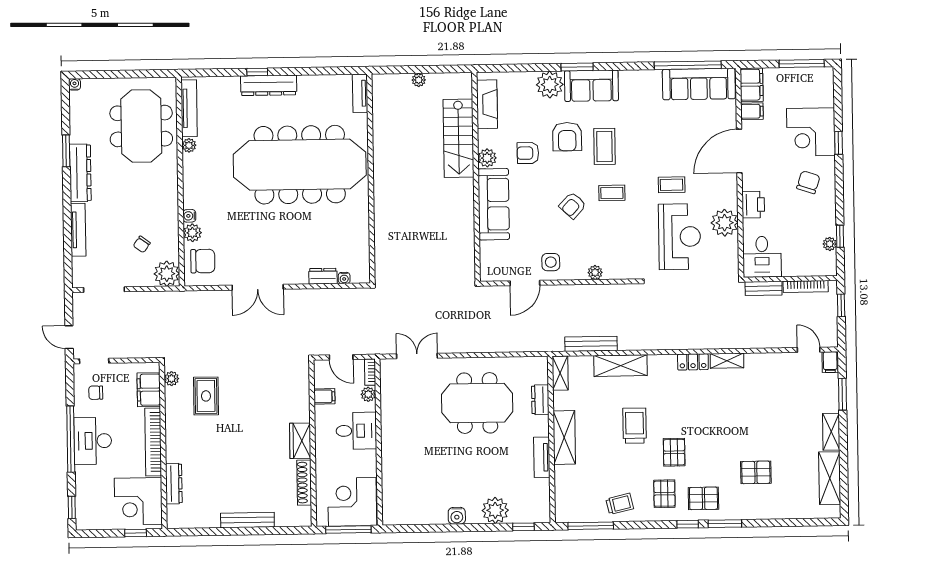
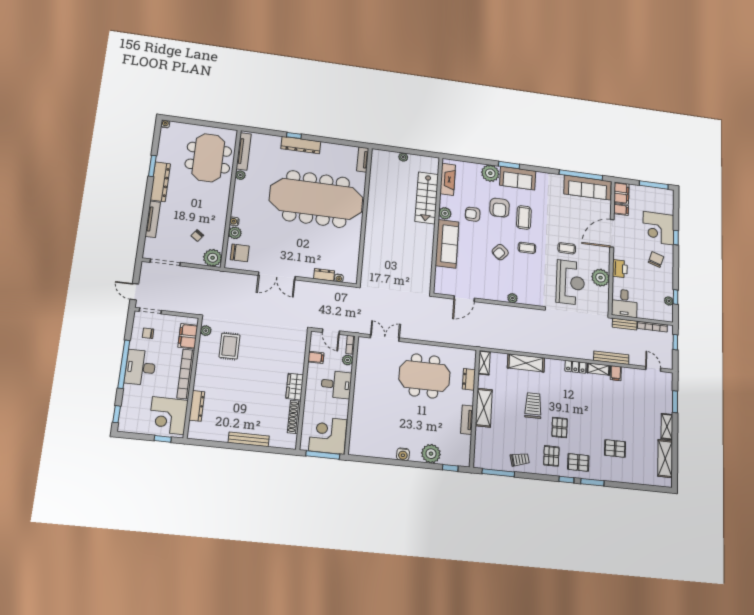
side table: (551, 262) -> (483, 287), removed
bench: (591, 344) -> (611, 358), moved
filing cabinet: (830, 362) -> (616, 373), moved

